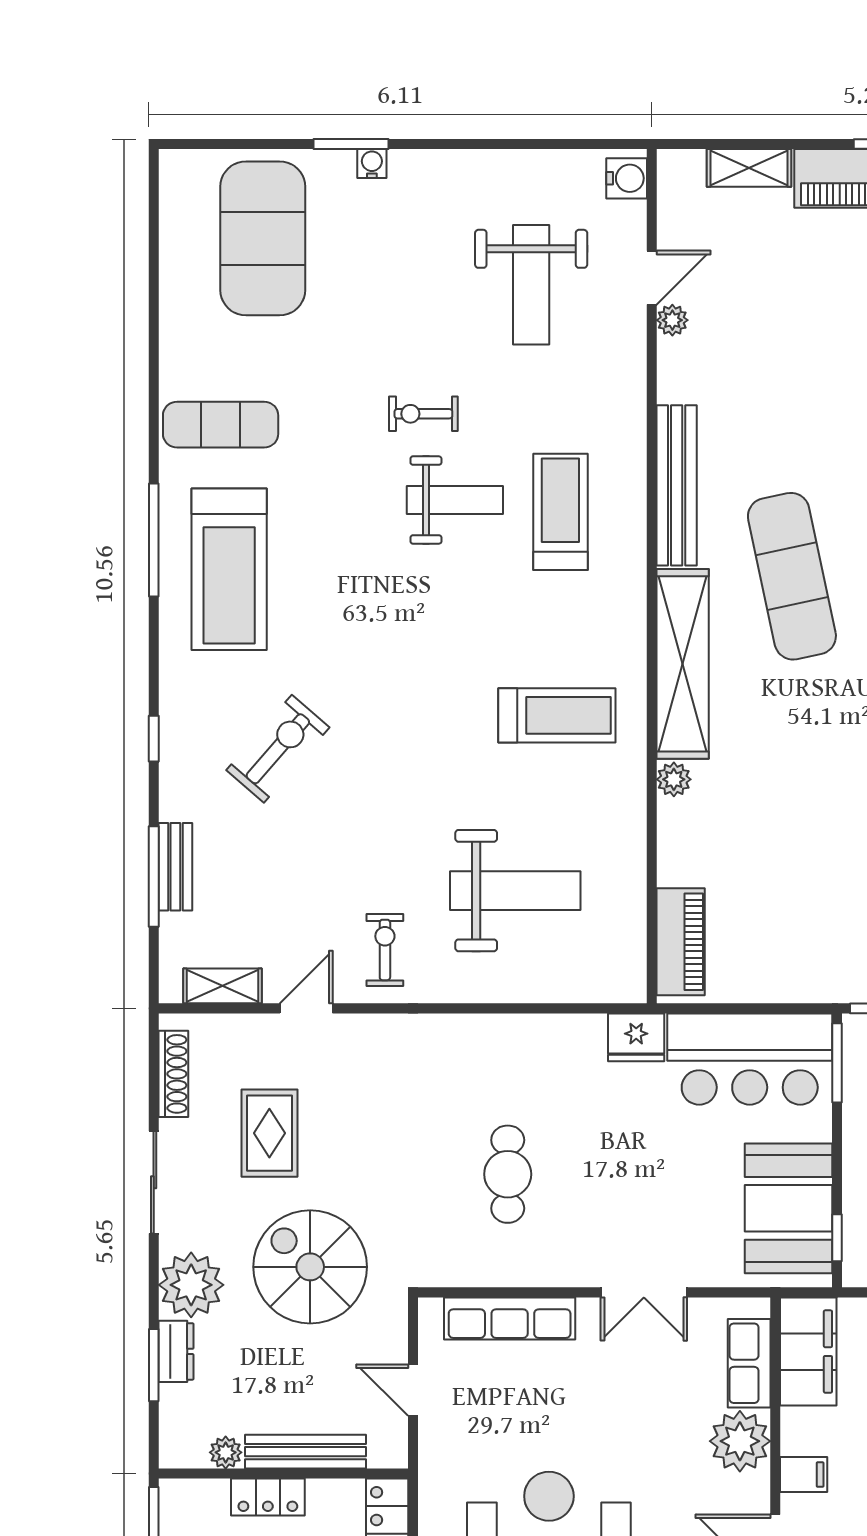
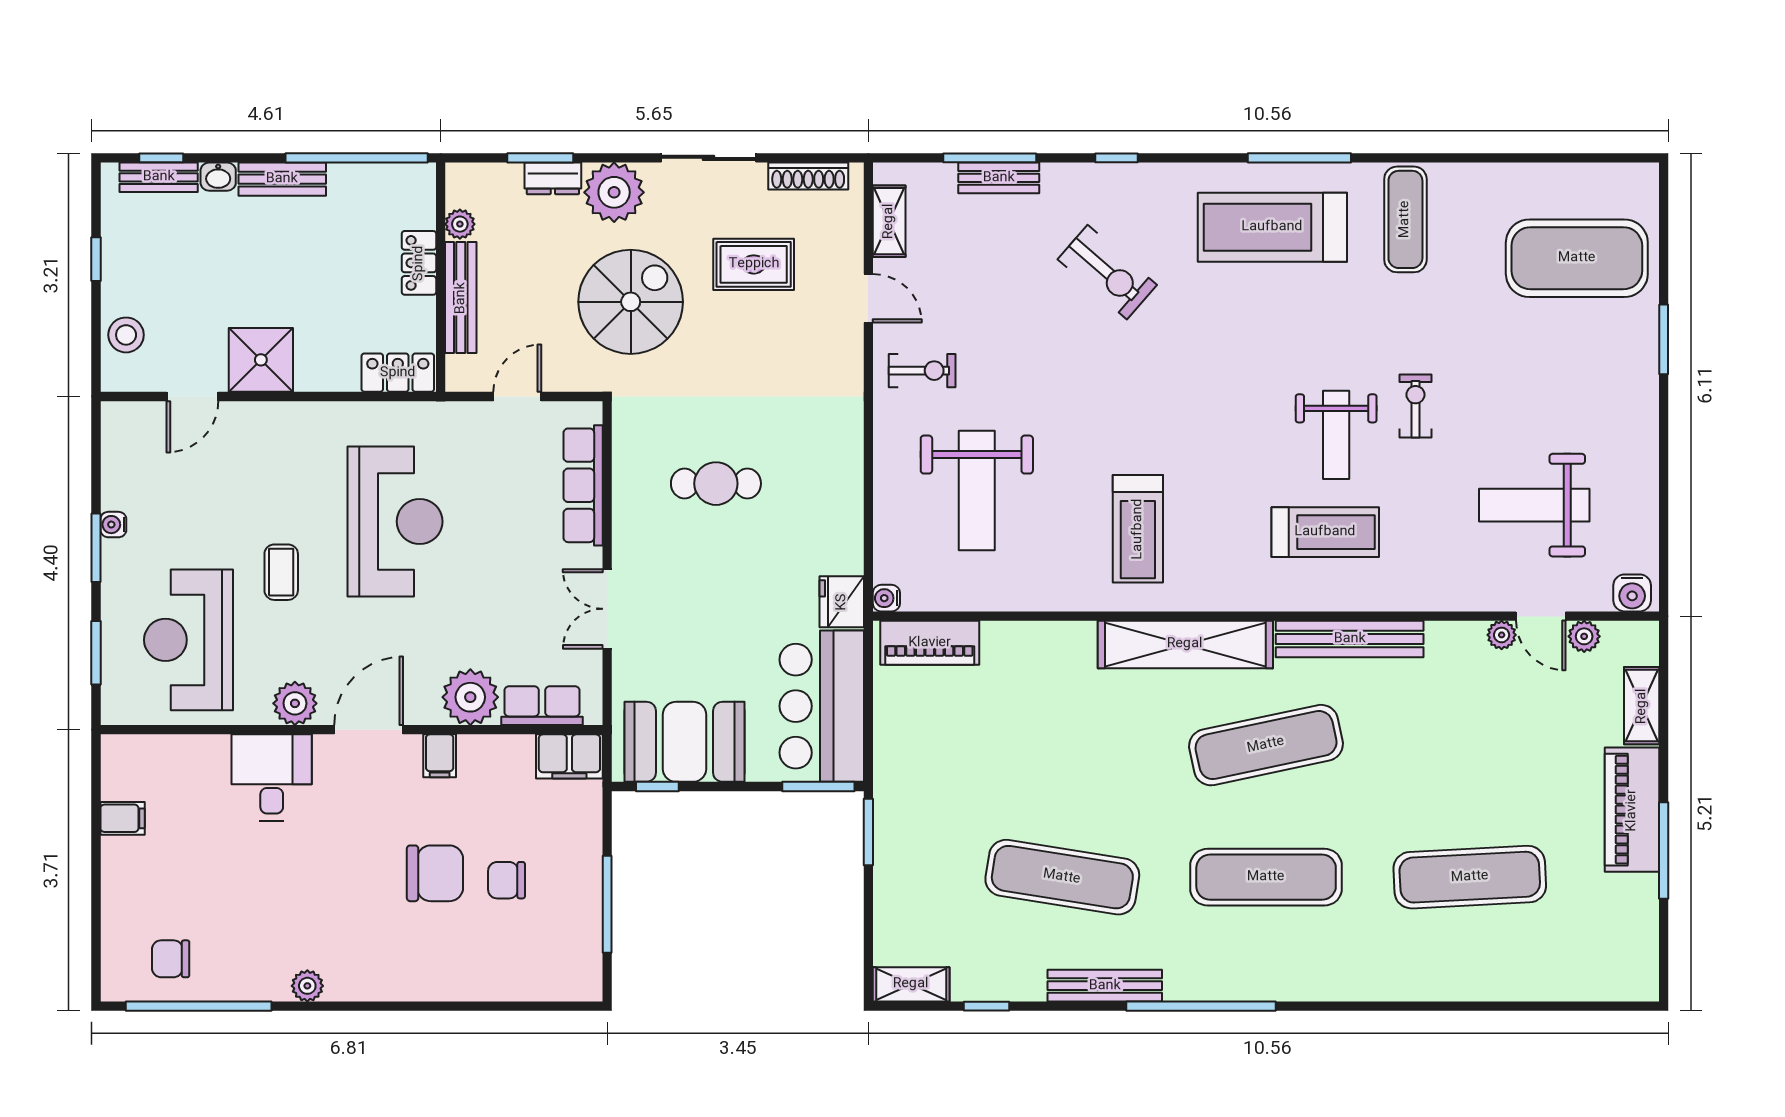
water cooler: (372, 164) -> (886, 598), moved, turned 180
plant: (674, 779) -> (1584, 636), moved
filing cabinet: (808, 1352) -> (569, 756), width x0.67, depth x0.86

